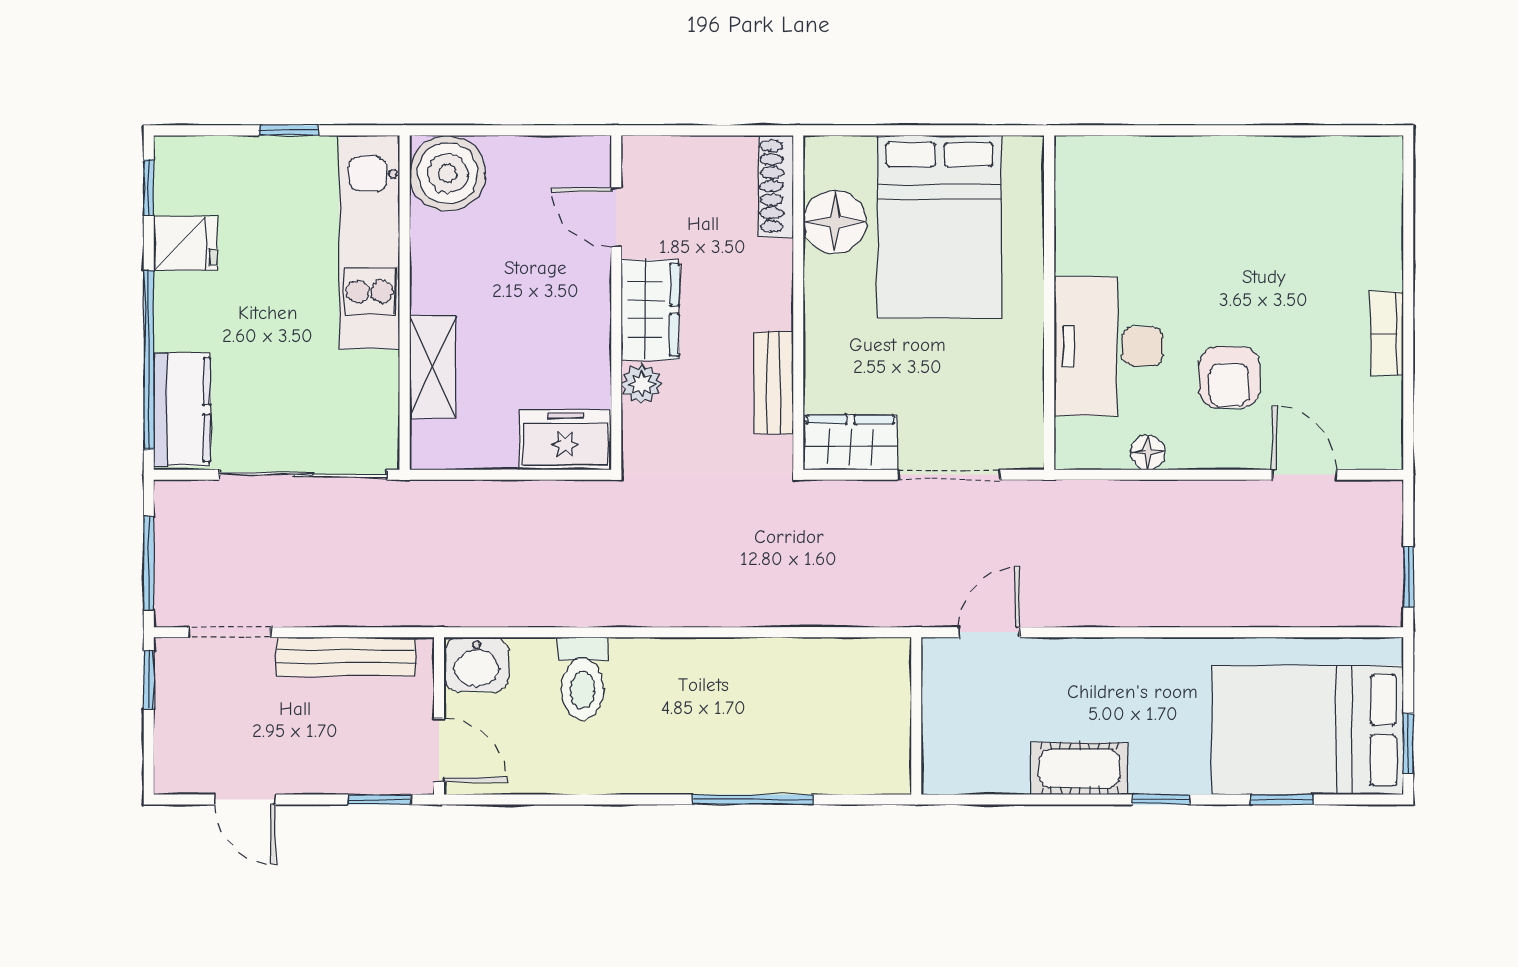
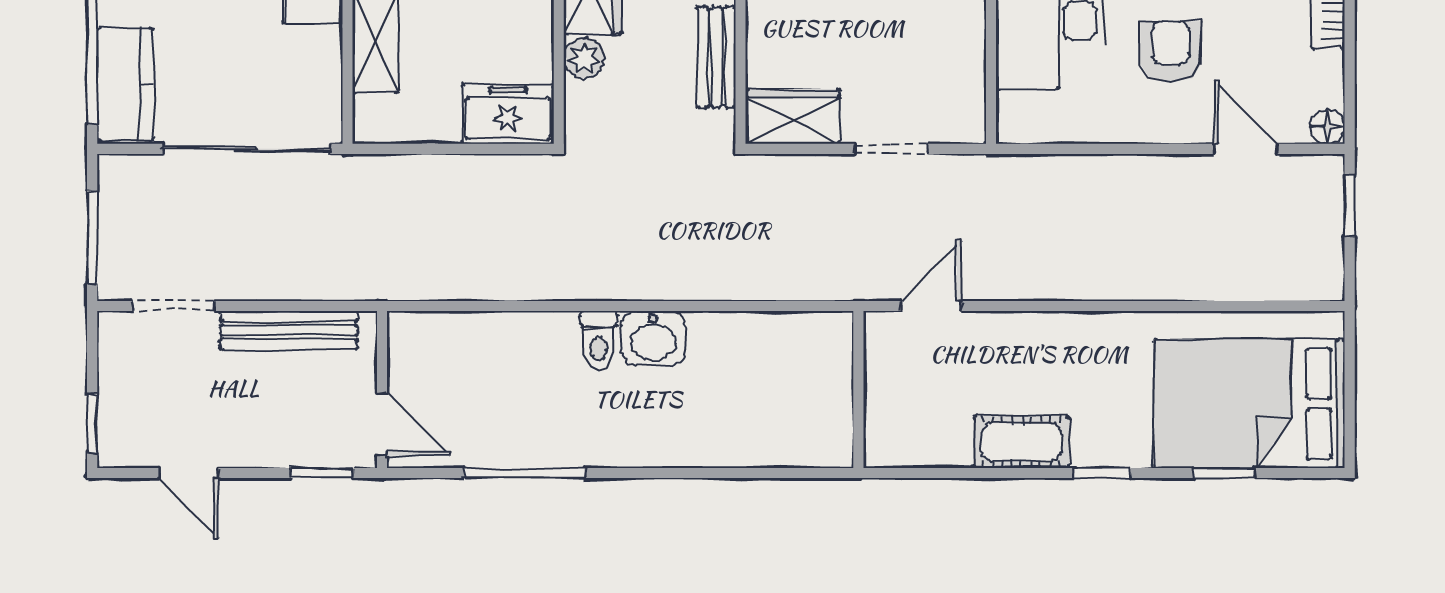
armchair: (1229, 377) -> (1171, 52), turned 180
floor lamp: (1148, 453) -> (1327, 127), moved
doorway: (949, 475) -> (891, 149), width x0.73
window: (1408, 577) -> (1350, 206), moved
washbasin: (476, 665) -> (653, 338), moved
toilet: (582, 678) -> (599, 341), moved, width x0.73, depth x0.72
window: (149, 680) -> (92, 423), moved
window: (1408, 743) -> (1350, 417), removed
window: (753, 799) -> (524, 473), moved

